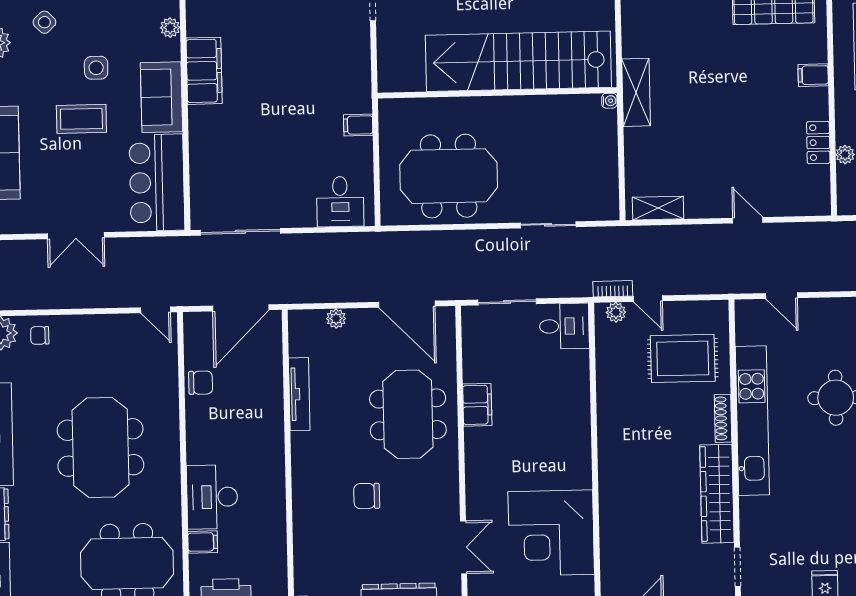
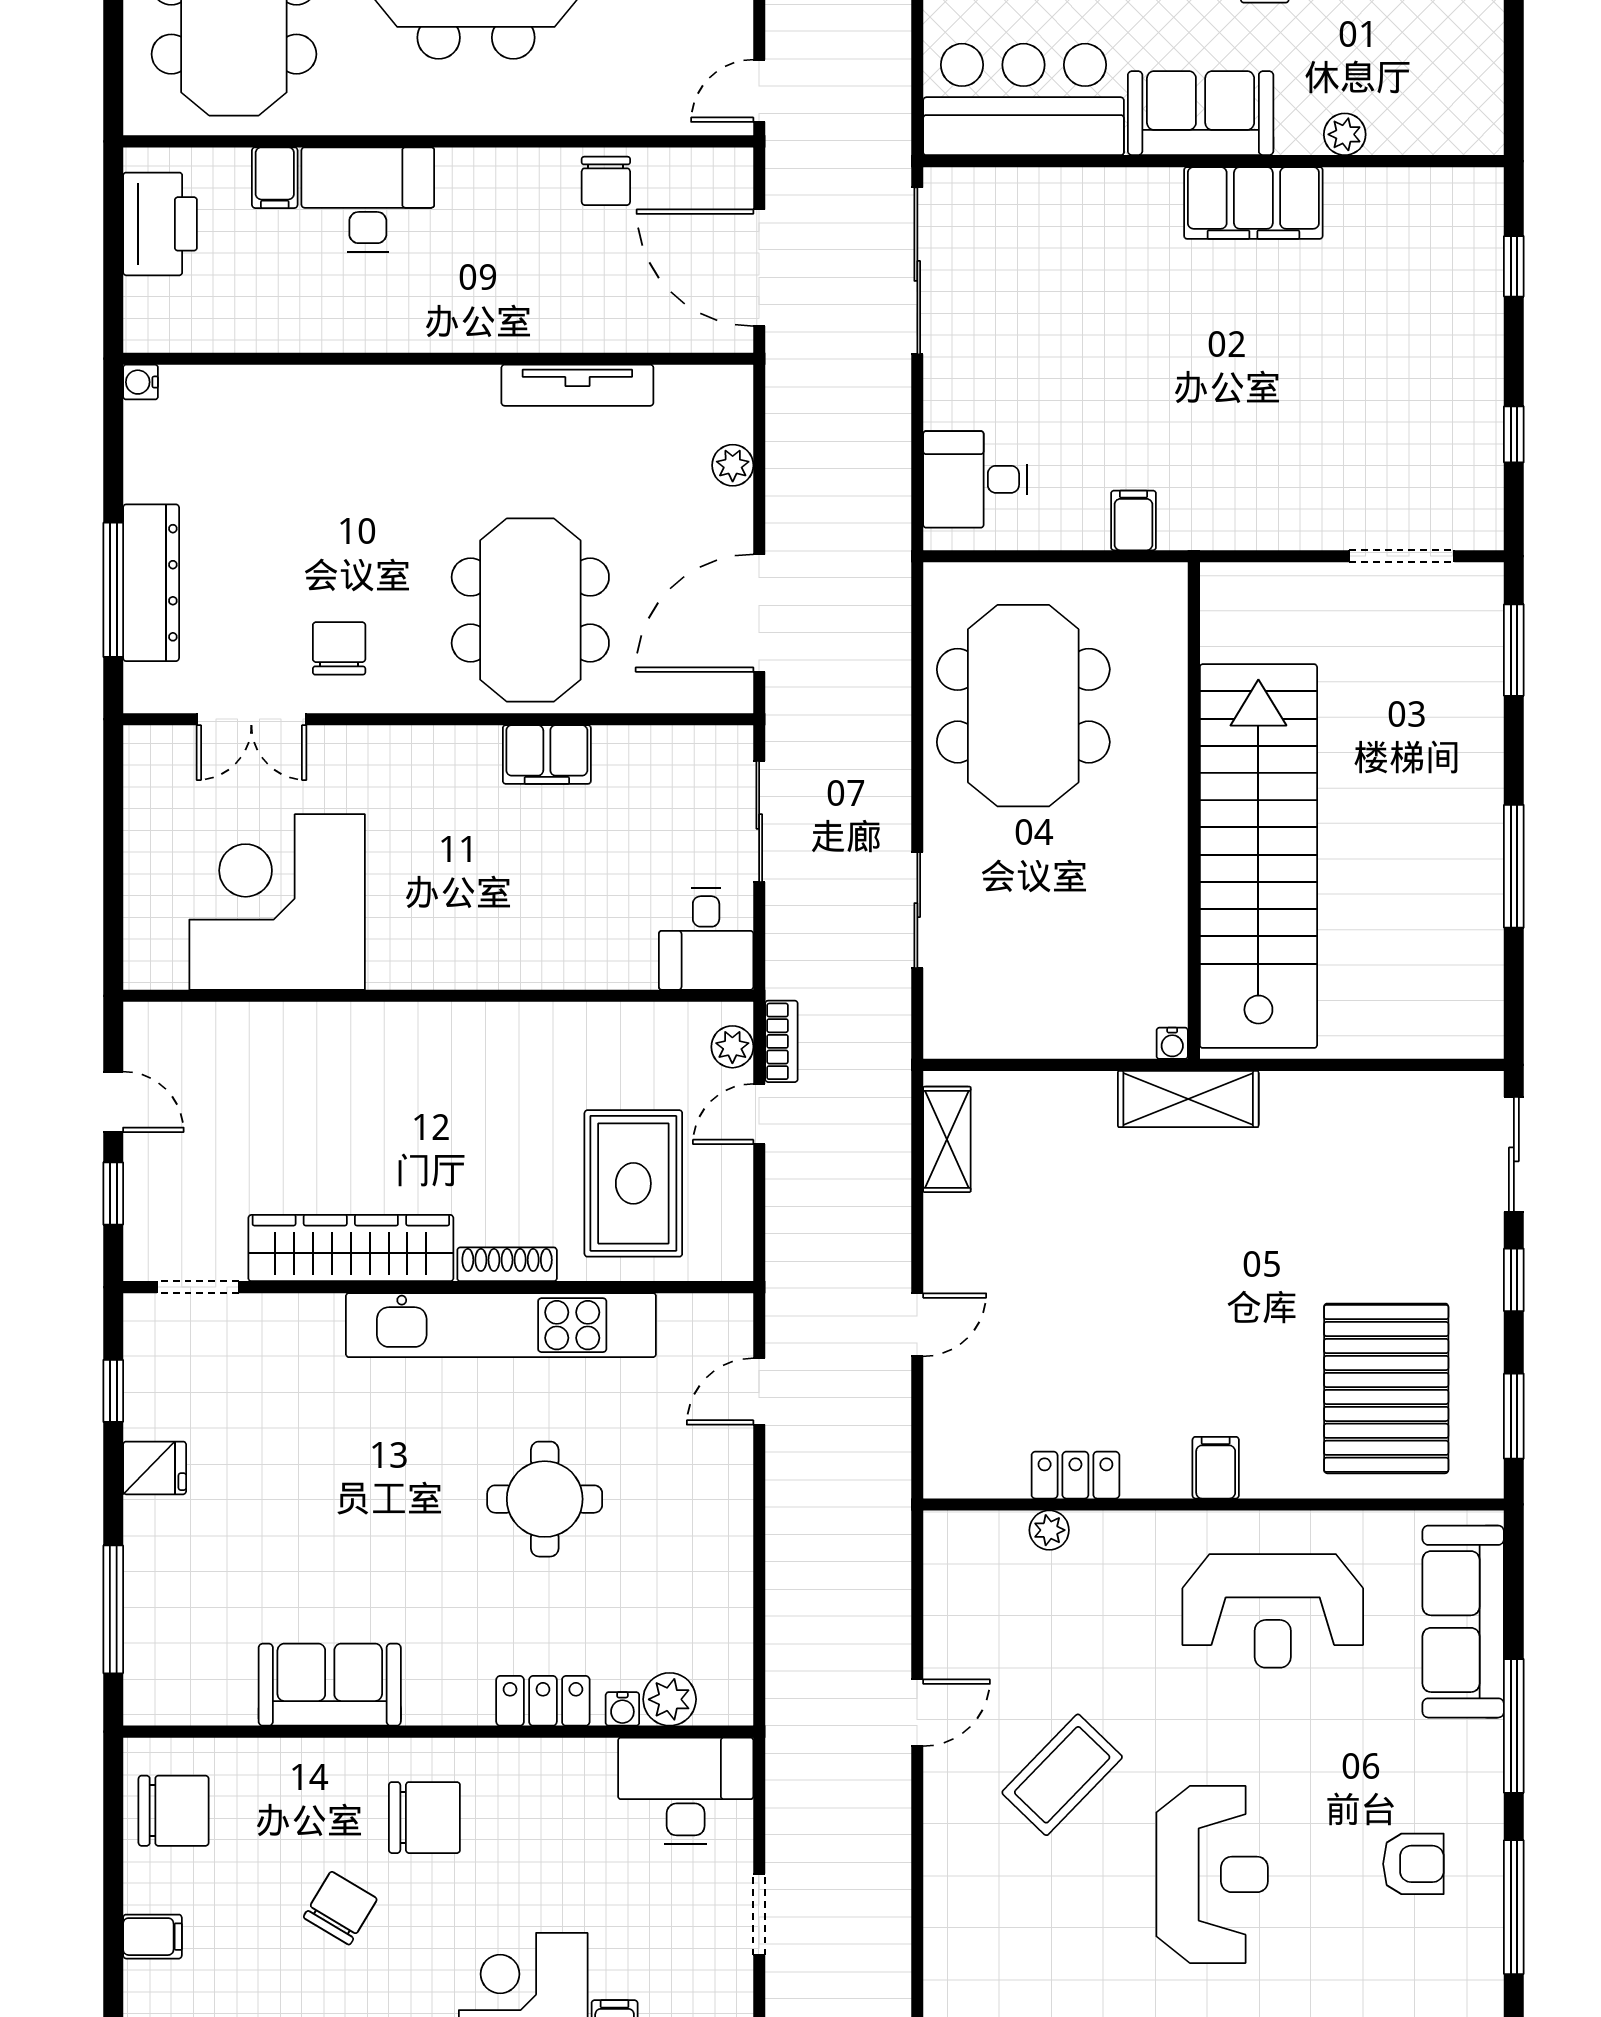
meeting table: (408, 414) -> (530, 610), turned 90
chair: (367, 496) -> (339, 648), moved

